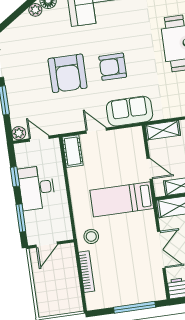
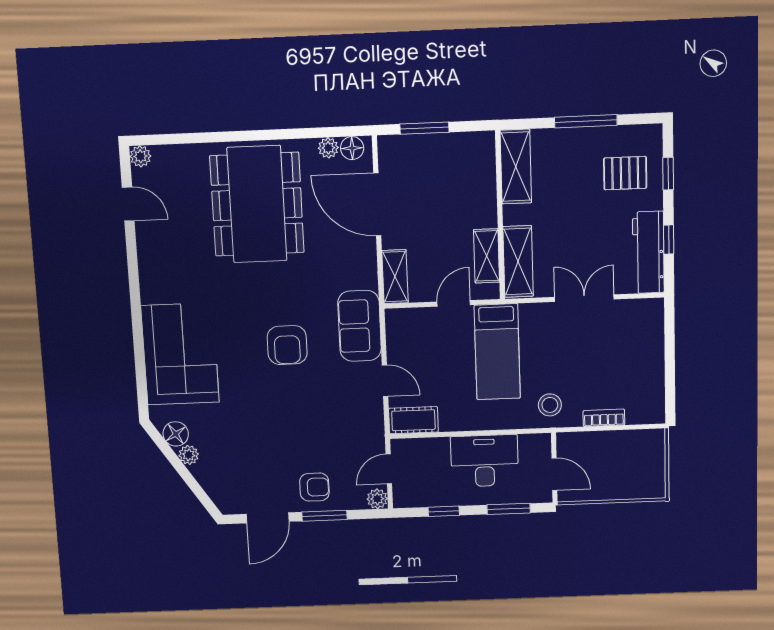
armchair: (68, 73) -> (314, 487), moved, width x0.53, depth x0.53
door: (96, 131) -> (385, 381), swing flipped
desk: (37, 188) -> (484, 461), moved, turned 180
bookcase: (86, 272) -> (604, 418), width x0.64
window: (135, 307) -> (670, 349), removed

